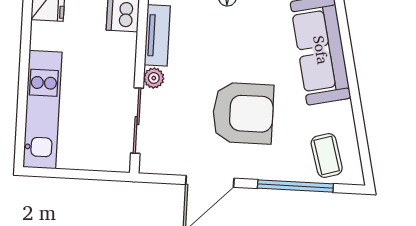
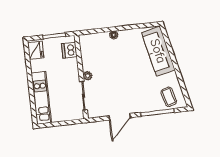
tv unit: (157, 35) -> (86, 57), removed
armchair: (243, 113) -> (129, 85), removed

